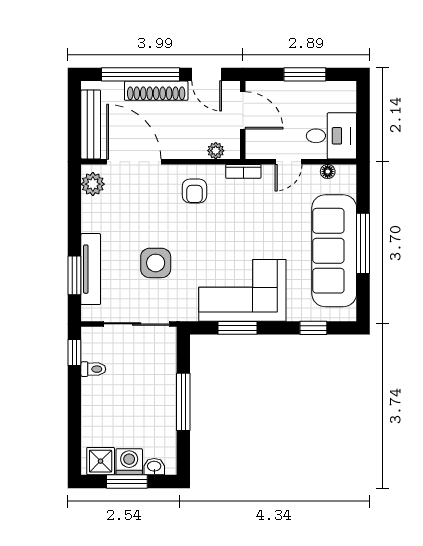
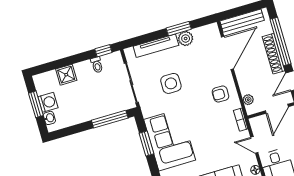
plant: (93, 184) -> (186, 38), moved
window: (74, 275) -> (179, 29), moved
window: (183, 402) -> (110, 119), moved
shower: (101, 461) -> (66, 75), moved

